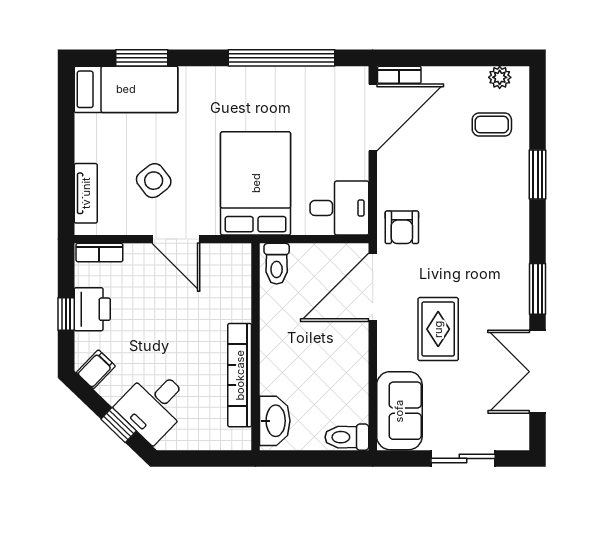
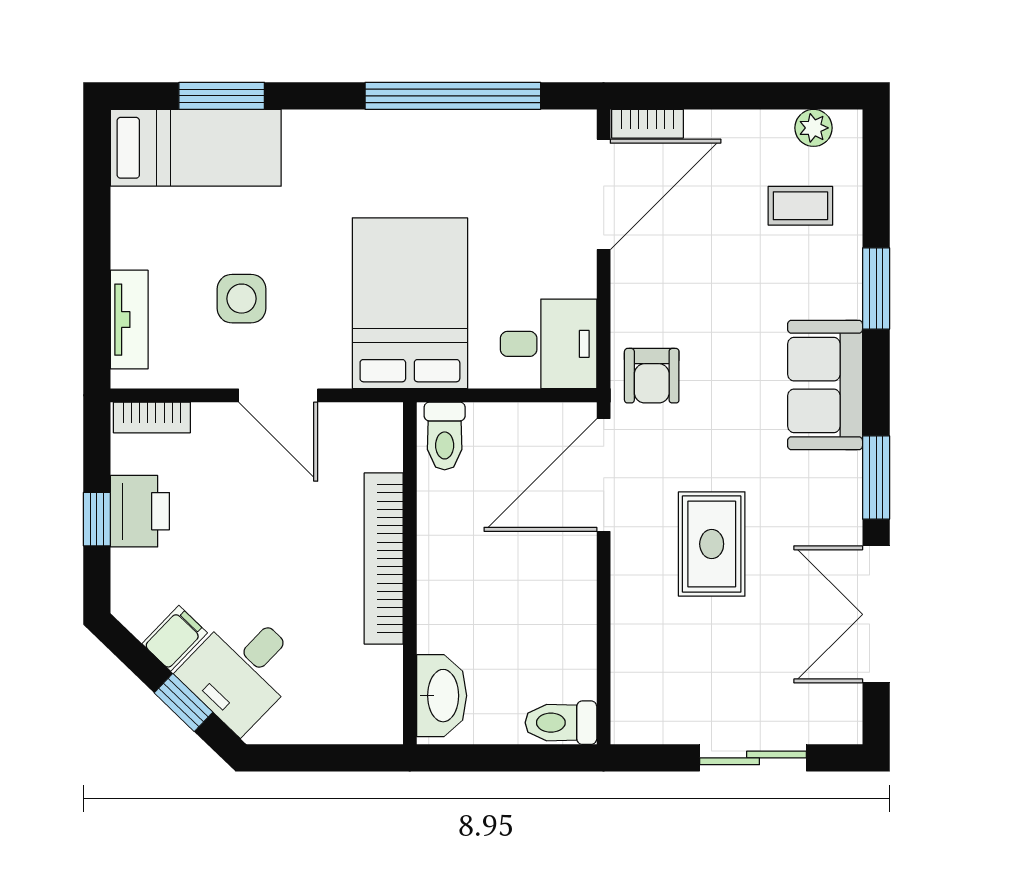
side table: (154, 181) -> (242, 299), turned 38
filing cabinet: (96, 369) -> (175, 638), moved
bookcase: (240, 375) -> (384, 559), moved
sofa: (399, 411) -> (825, 385), moved, turned 180

